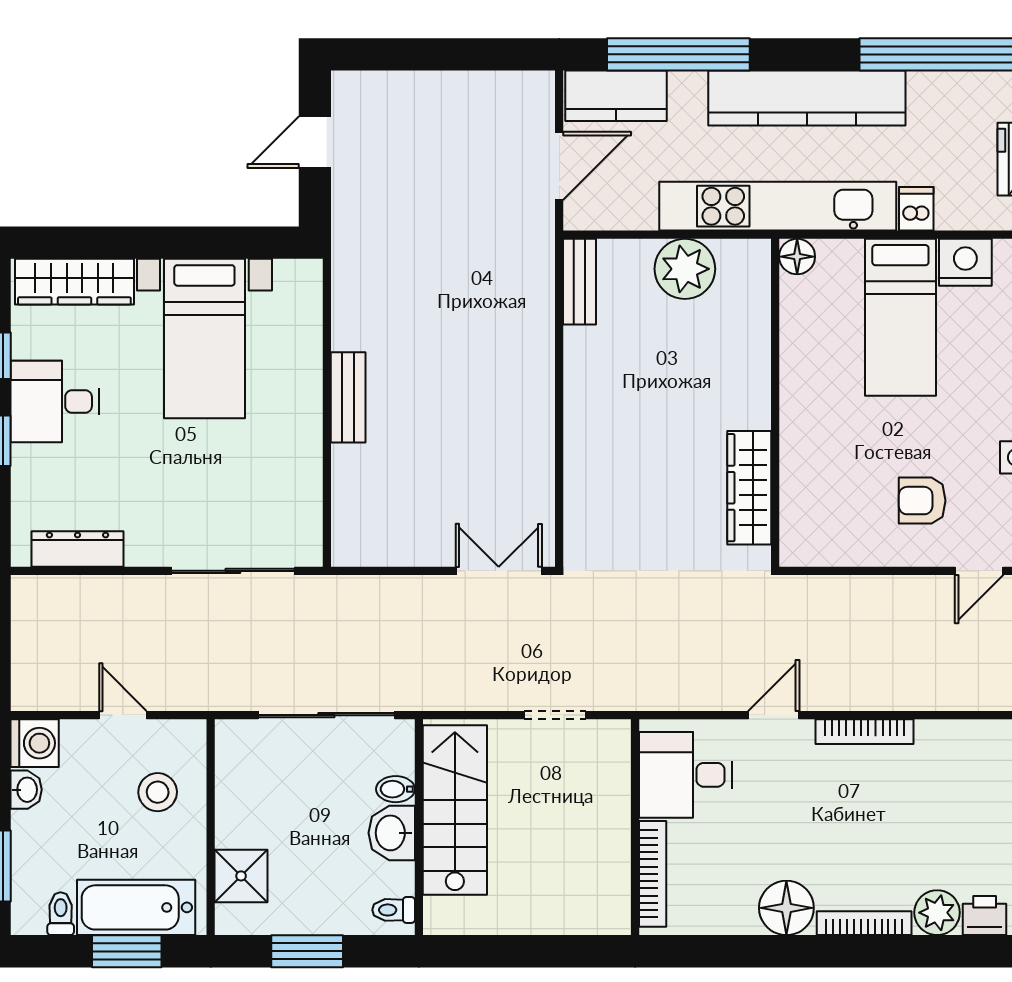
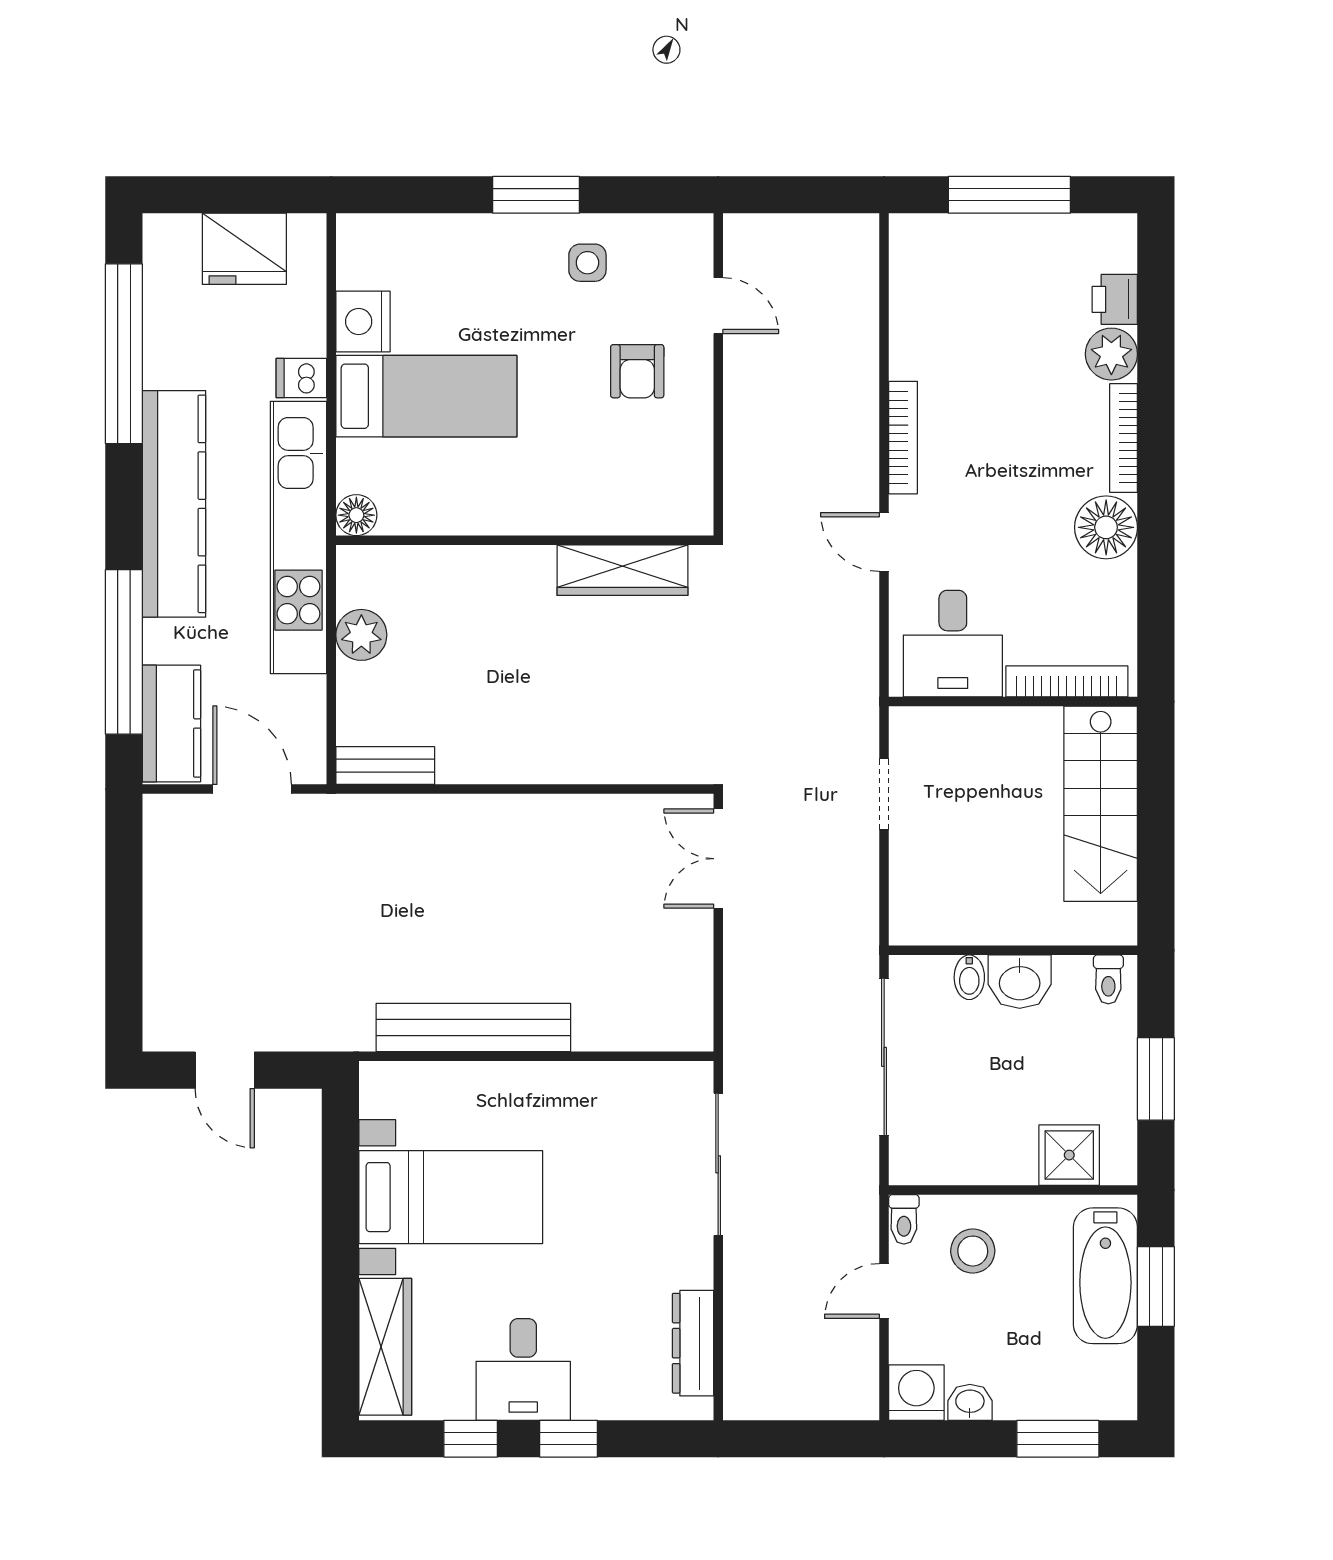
plant: (685, 269) -> (361, 635), width x0.73, depth x0.73
bench: (348, 397) -> (473, 1028), width x1.86, depth x1.21
stairs: (455, 810) -> (1101, 804), moved, turned -90
toilet: (61, 914) -> (904, 1219), moved, turned -90

